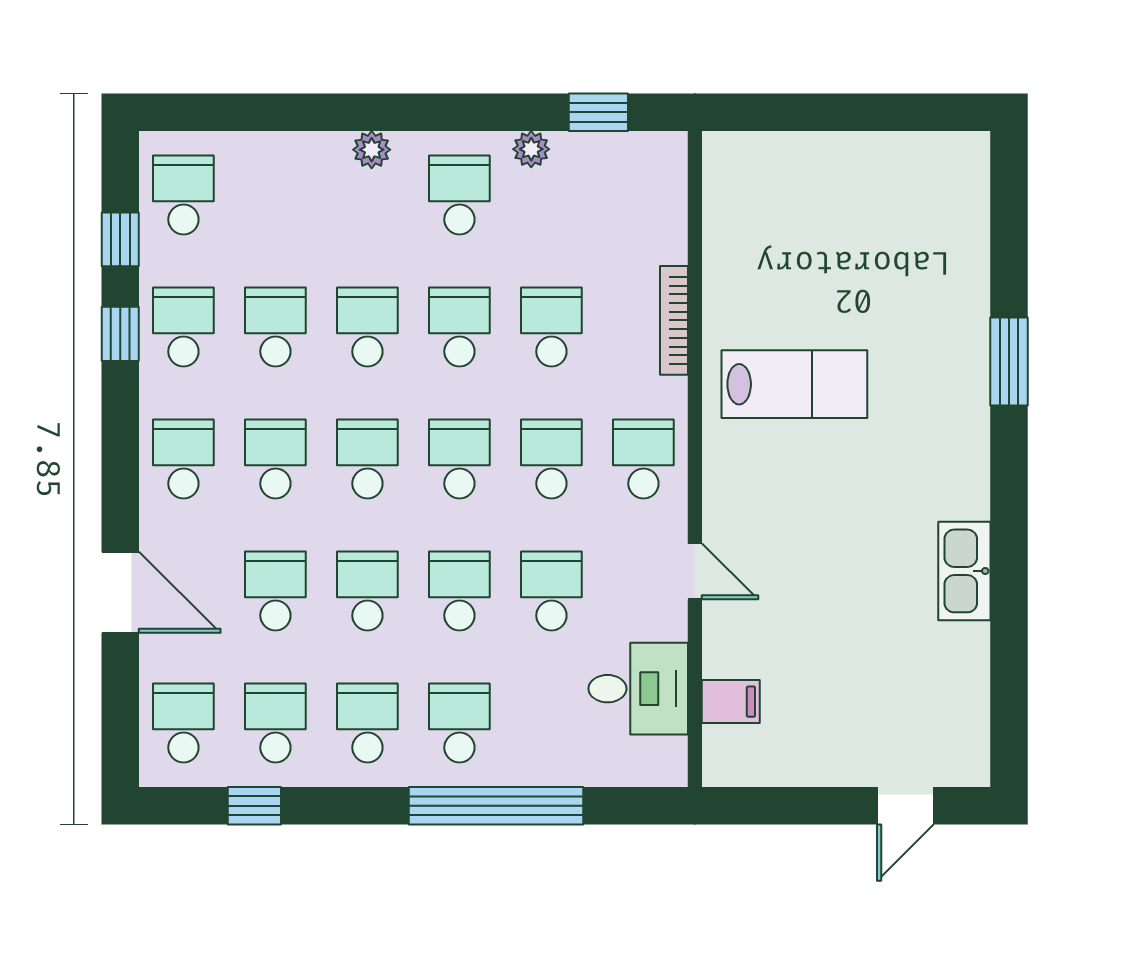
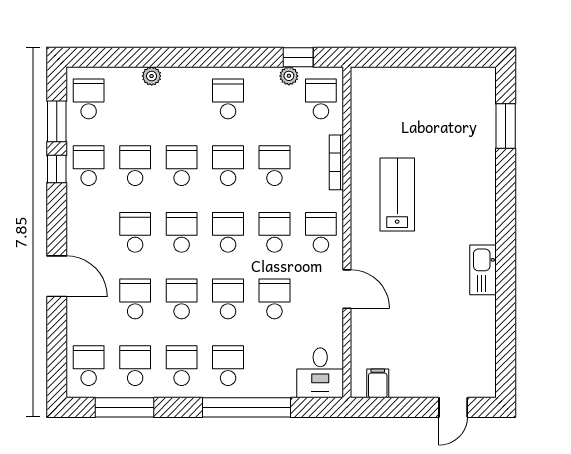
plant: (531, 149) -> (289, 76), moved
plant: (372, 150) -> (152, 76), moved
window: (120, 239) -> (57, 121), width x1.50
window: (1009, 362) -> (506, 126), moved
lab bench: (794, 384) -> (397, 195), turned -90
school desk: (183, 459) -> (321, 99), moved
door: (695, 571) -> (347, 289), width x1.38
kitchen sink: (964, 571) -> (483, 270), moved
door: (120, 592) -> (57, 276), moved
desk: (638, 689) -> (320, 373), moved, turned 90
filing cabinet: (731, 702) -> (378, 383), moved, turned -90
window: (254, 806) -> (124, 407), width x2.17

